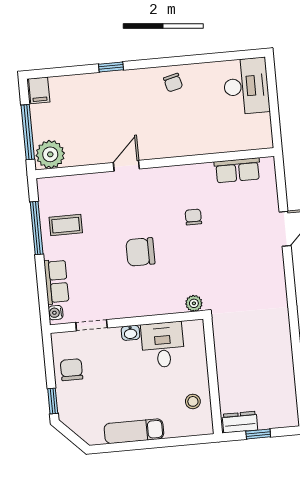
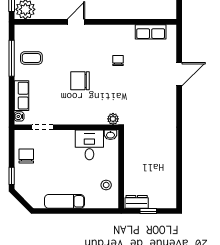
washbasin: (130, 333) -> (110, 135), moved

